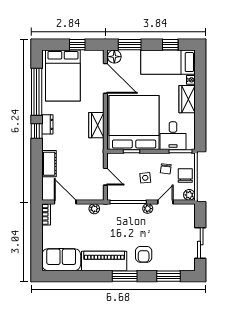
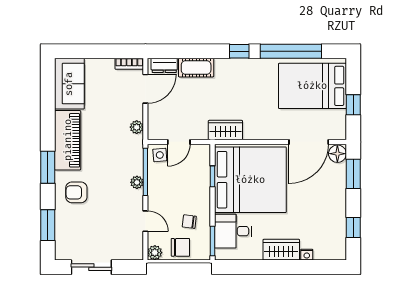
bed: (168, 62) -> (330, 224), removed
dresser: (47, 124) -> (164, 65), moved
wardrobe: (96, 125) -> (225, 130), moved
side table: (145, 178) -> (160, 155), moved
plant: (148, 209) -> (137, 182), moved

